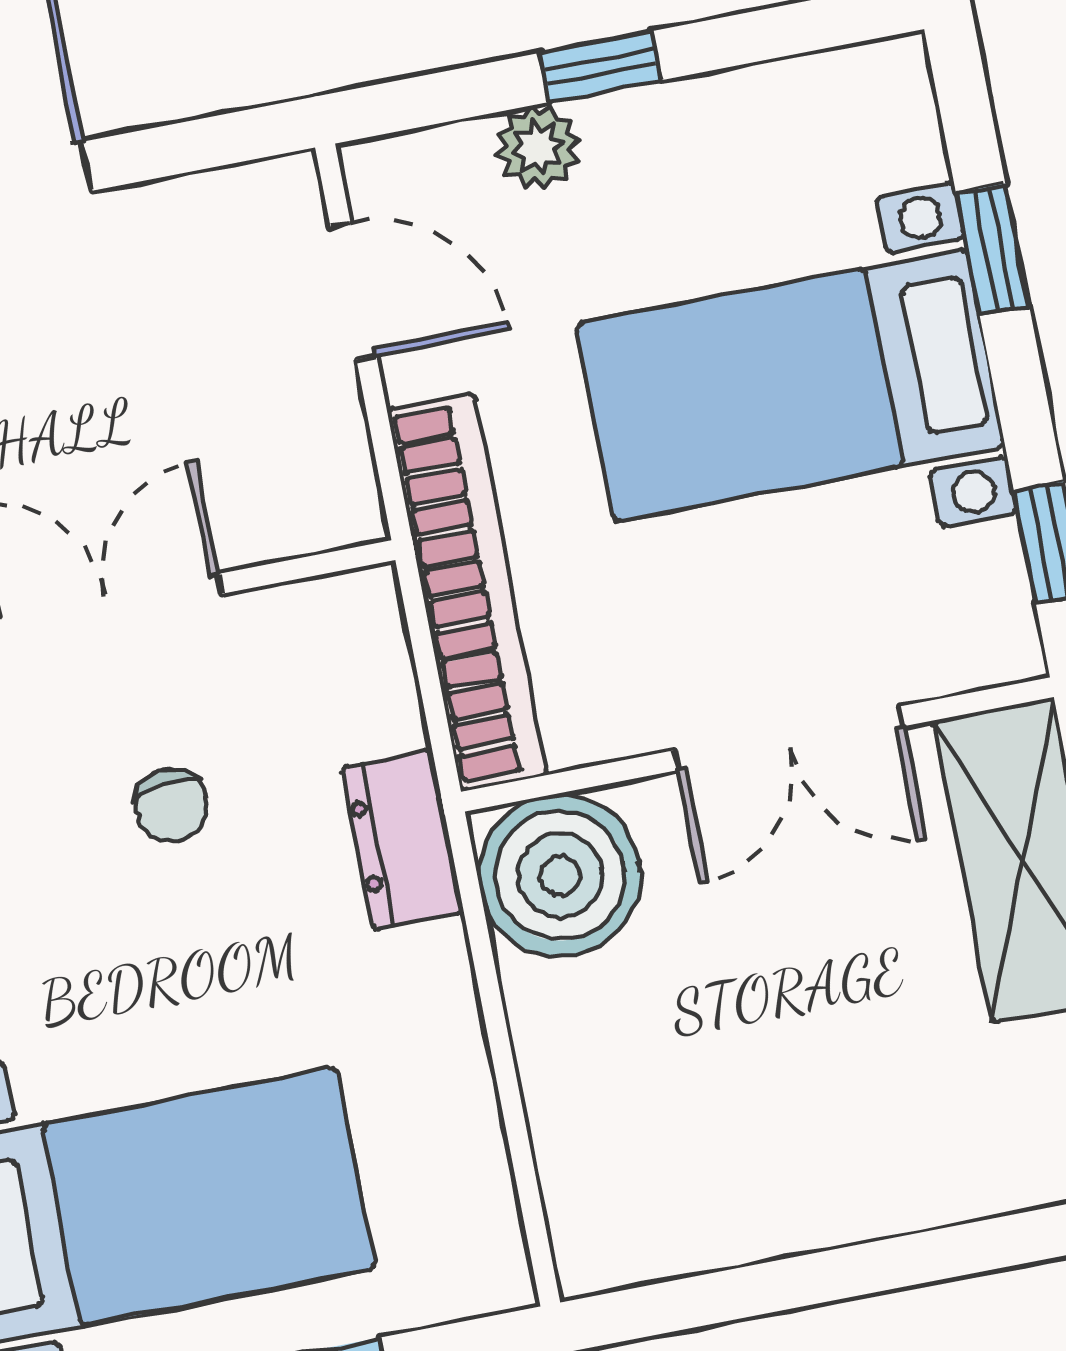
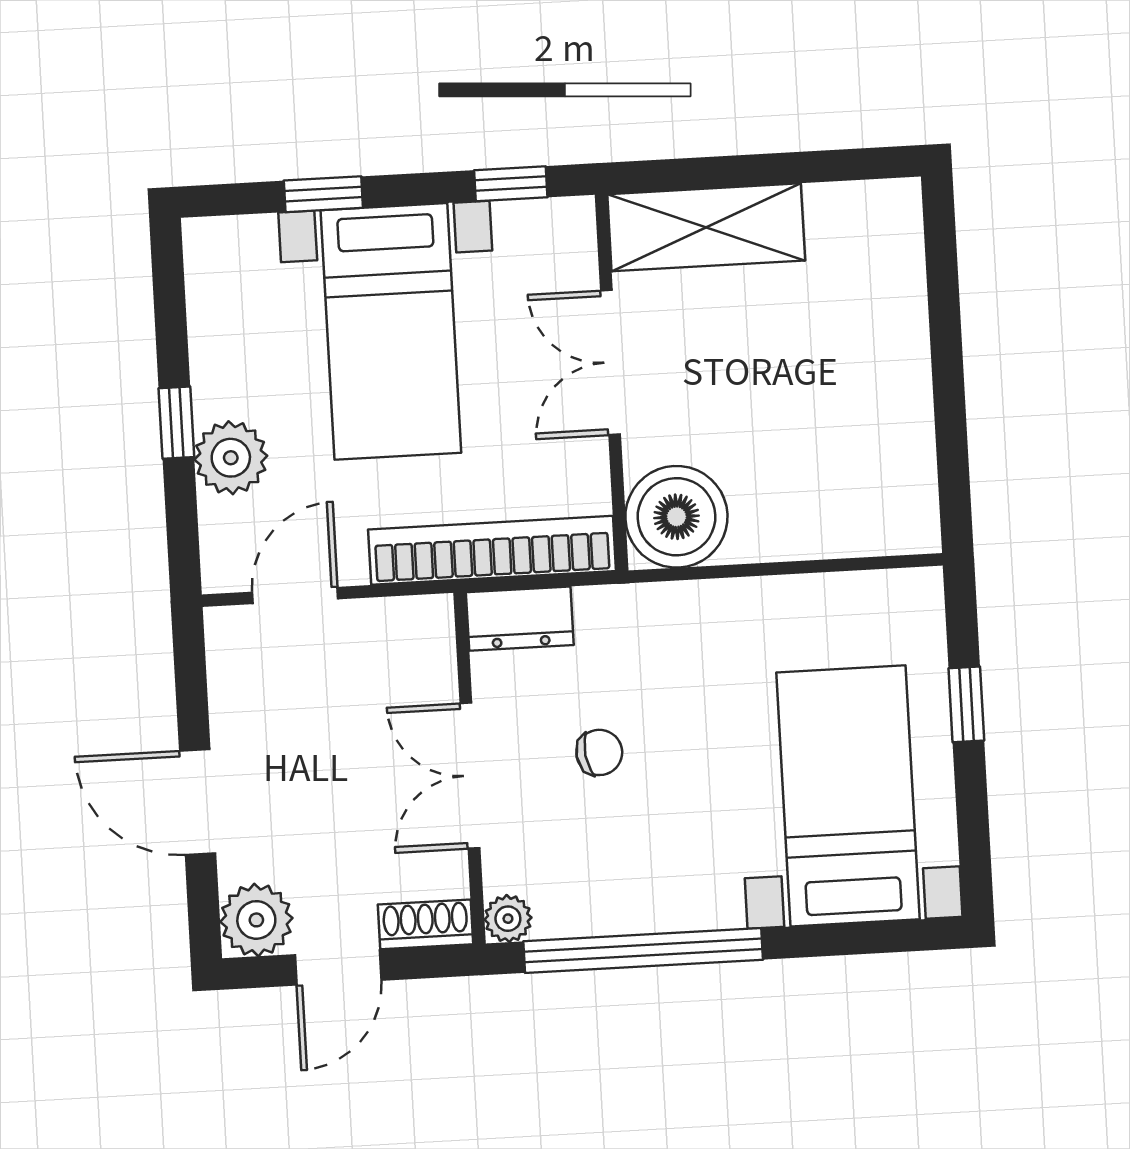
plant: (538, 147) -> (231, 458), width x1.38, depth x1.38
double door: (789, 738) -> (610, 363), swing flipped
dresser: (402, 840) -> (520, 619), moved

